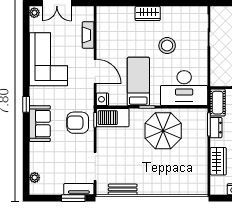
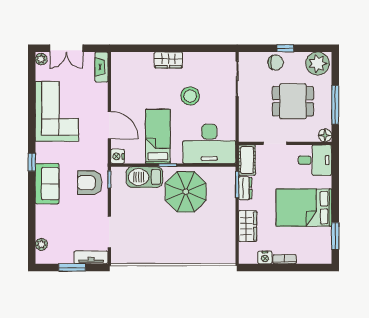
fireplace: (88, 35) -> (101, 67), moved
barbecue: (113, 118) -> (144, 177), moved
bench: (123, 189) -> (140, 258), removed
window: (73, 198) -> (72, 267), moved

